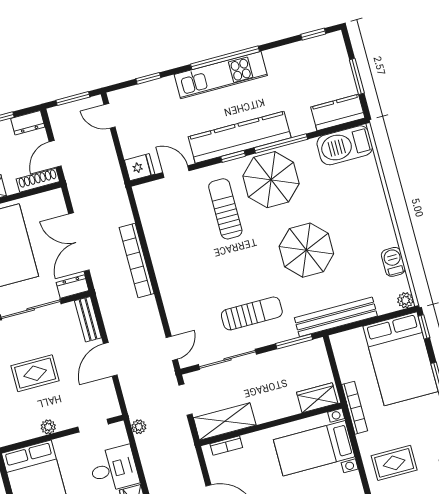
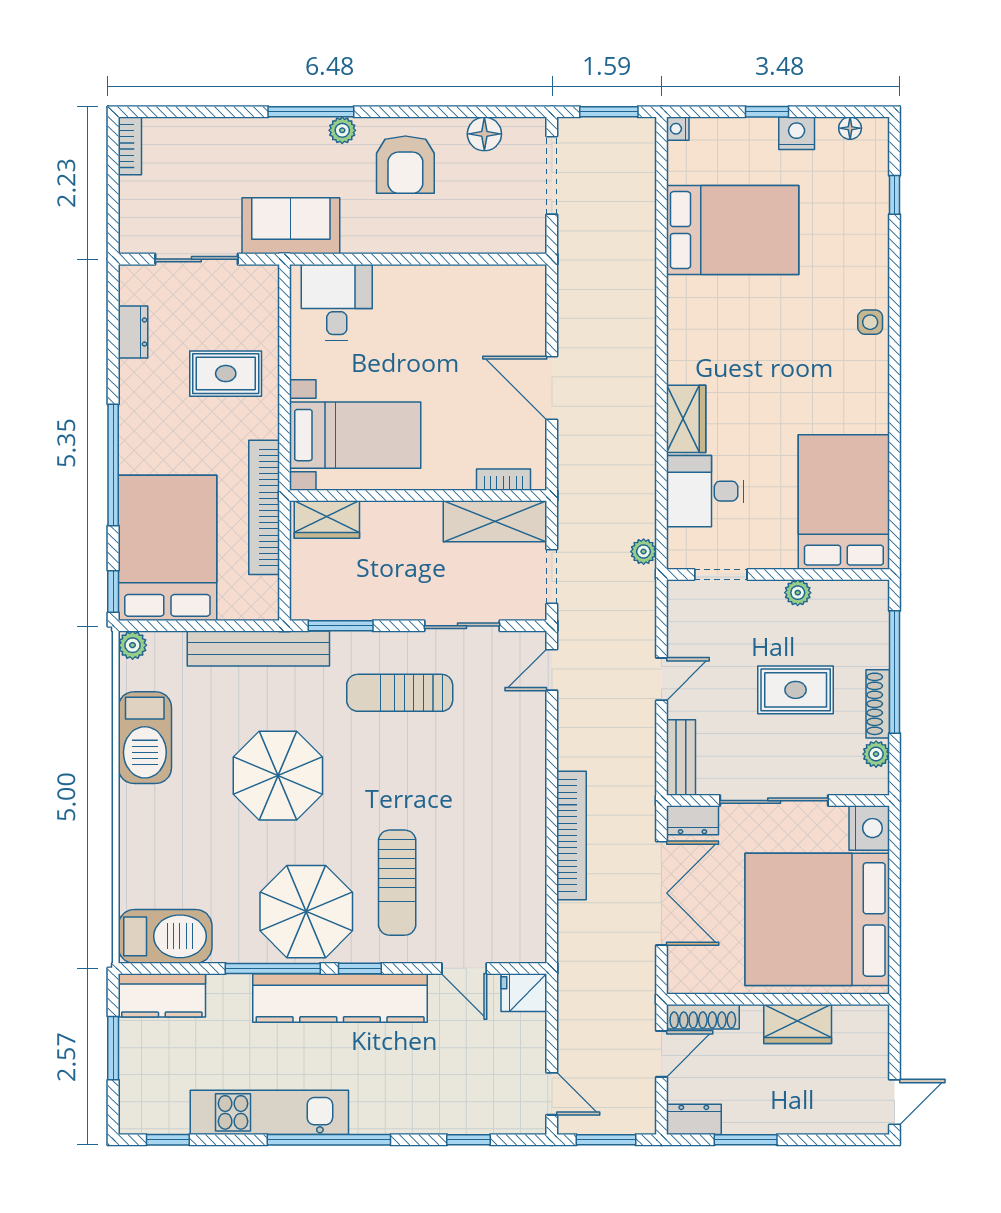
kitchen unit: (221, 75) -> (269, 1112), moved
barbecue: (393, 262) -> (145, 738), width x1.88, depth x1.53
door: (110, 359) -> (661, 679), width x0.73
sliding door: (227, 359) -> (462, 626), width x0.73
bookcase: (355, 408) -> (264, 507), width x1.48, depth x1.31

